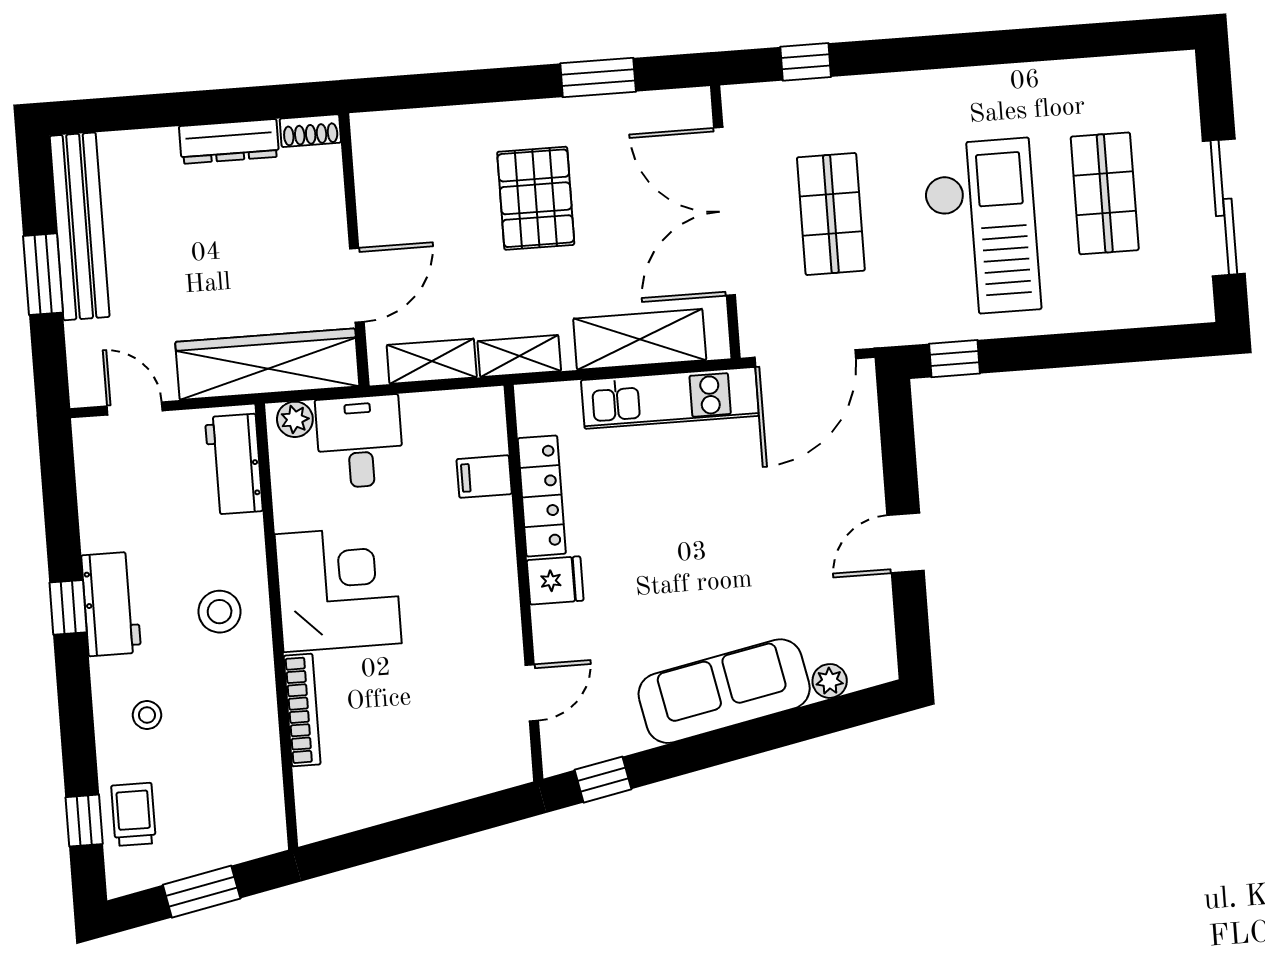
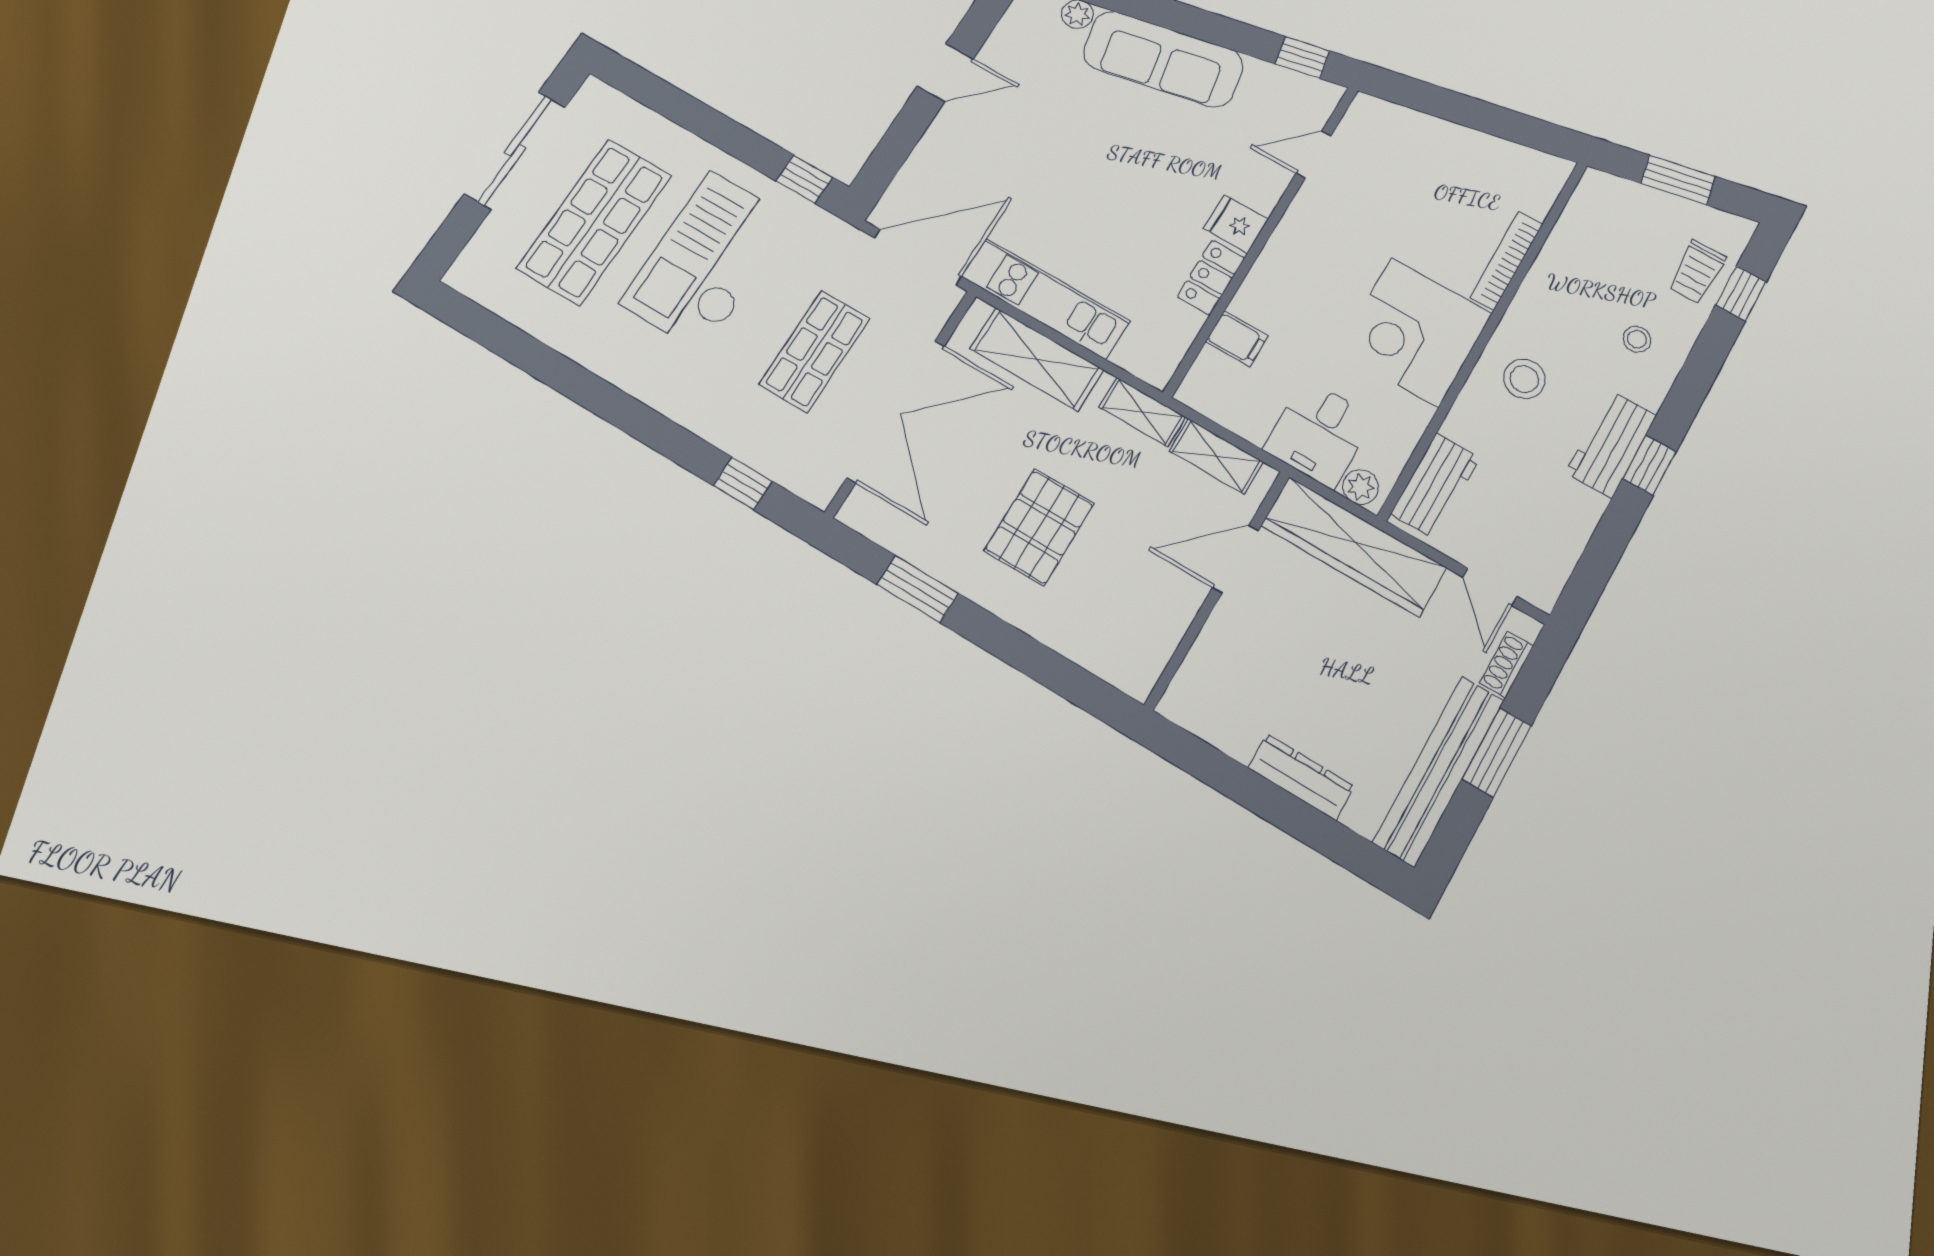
shoe rack: (310, 131) -> (1506, 664), moved, turned -90
dresser: (229, 141) -> (1301, 777), moved
shop shelf: (1105, 193) -> (594, 222), width x1.43, depth x1.36
locker: (542, 496) -> (1211, 277), width x0.66

